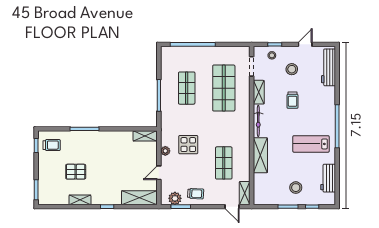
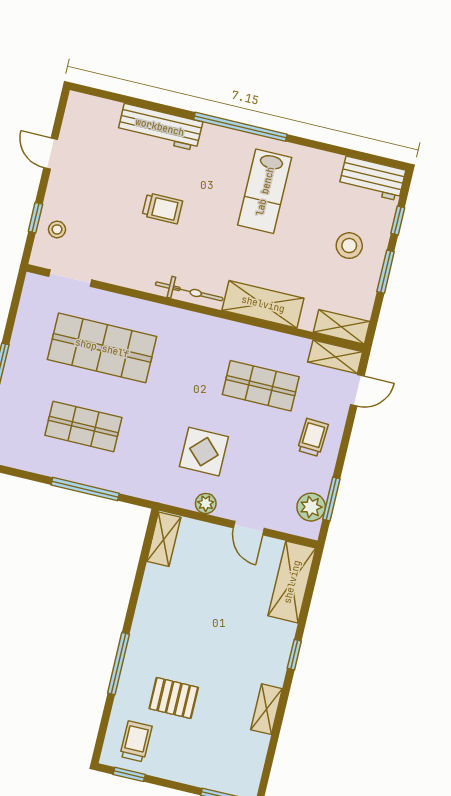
workbench: (329, 67) -> (160, 127), moved
stool: (292, 69) -> (96, 194), removed
shelving: (259, 92) -> (342, 327), moved
pallet: (76, 172) -> (174, 698), moved, turned 90
workbench: (328, 178) -> (372, 178), moved
trolley: (196, 194) -> (313, 437), moved

